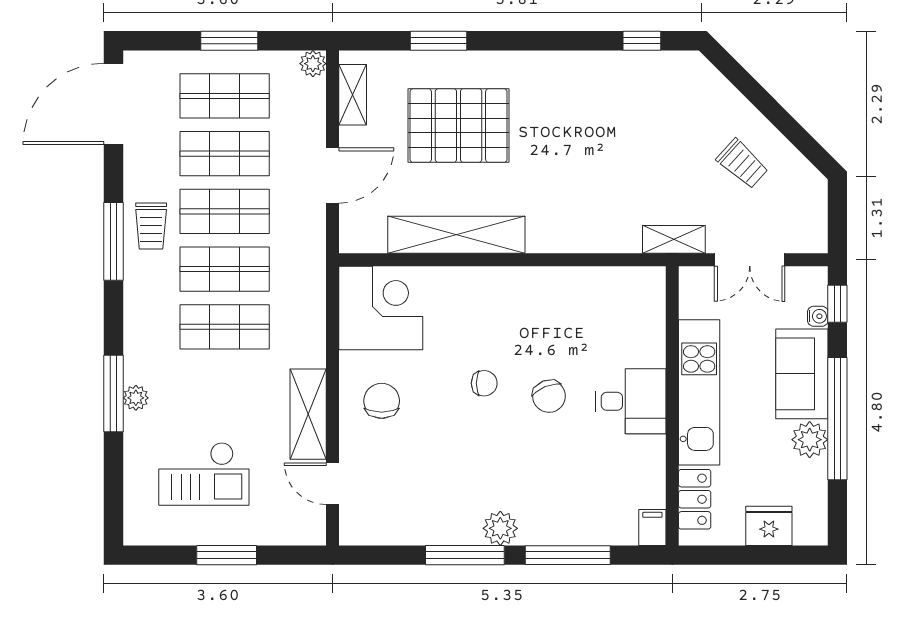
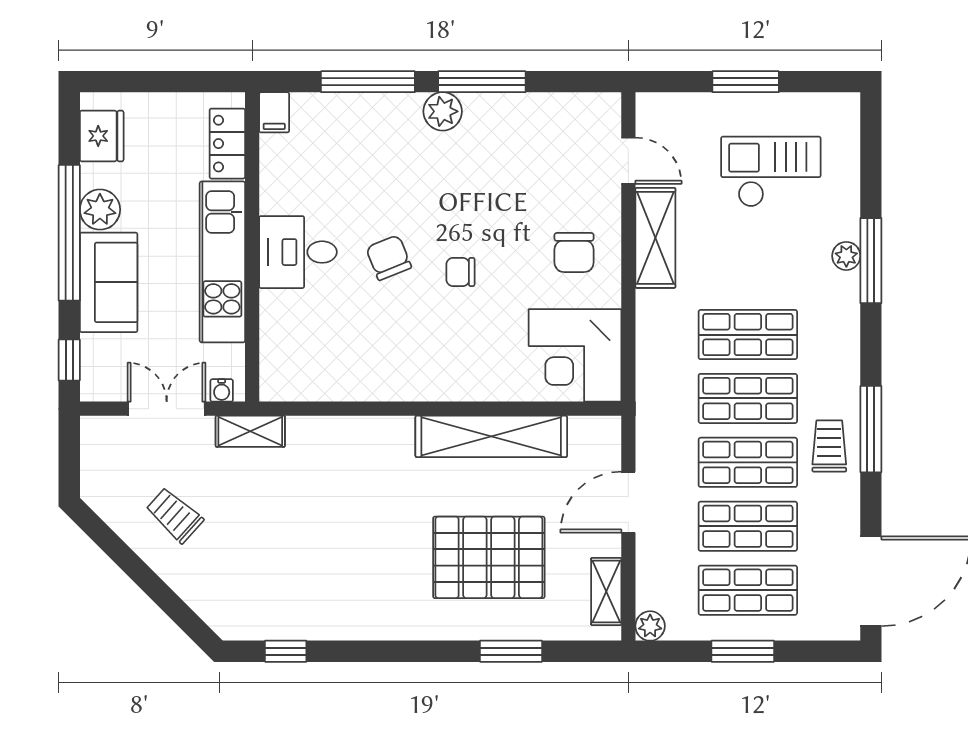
water cooler: (818, 316) -> (222, 390), moved, turned -90
fridge: (769, 526) -> (102, 136), moved, turned -90

